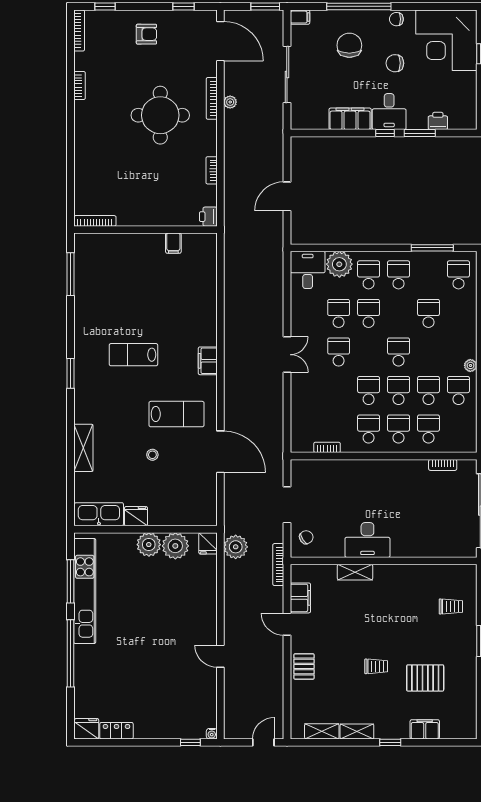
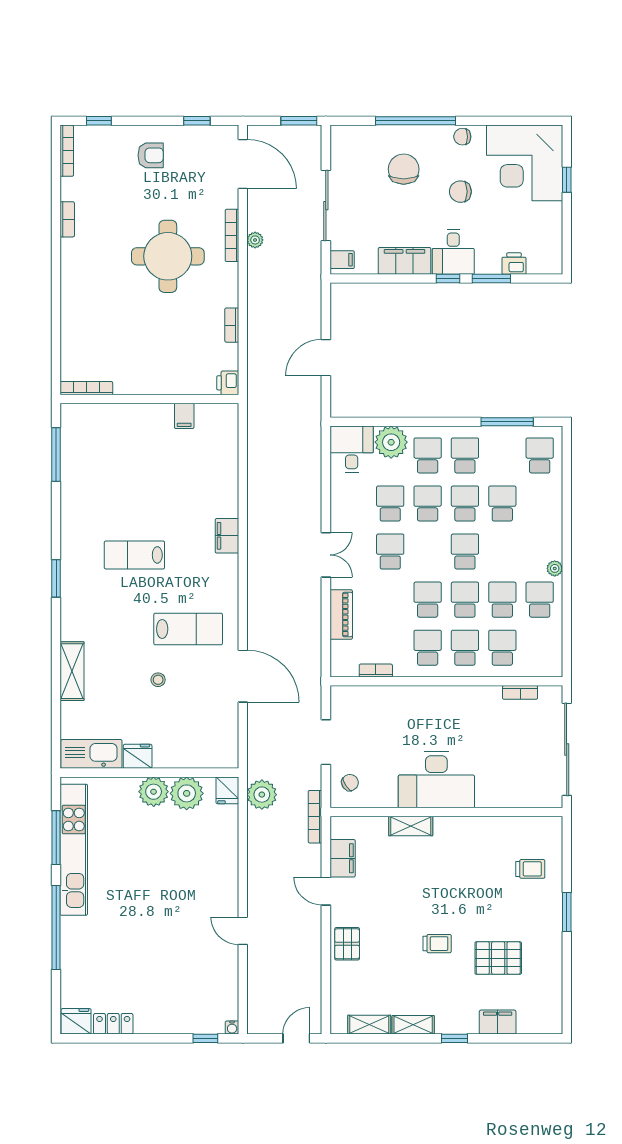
filing cabinet: (300, 17) -> (342, 260), moved
school desk: (399, 313) -> (465, 504), added
filing cabinet: (208, 361) -> (227, 536), moved
piano: (299, 402) -> (341, 615), added
desk: (367, 540) -> (436, 779), width x1.36, depth x1.30

